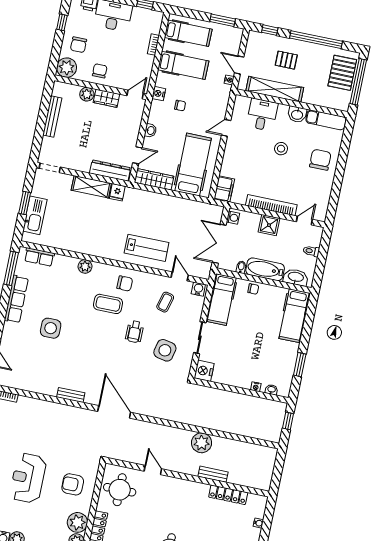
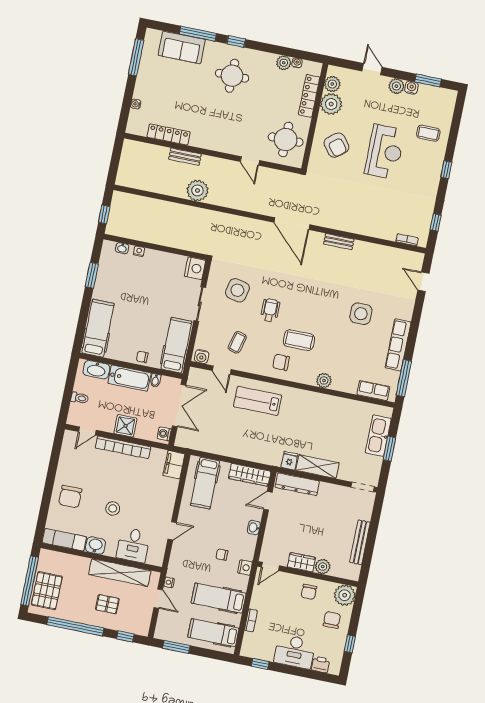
hospital bed: (193, 165) -> (205, 483), width x0.73, depth x0.78
armchair: (73, 484) -> (336, 145), turned 52

